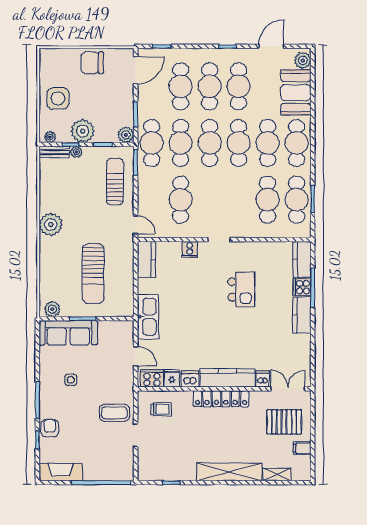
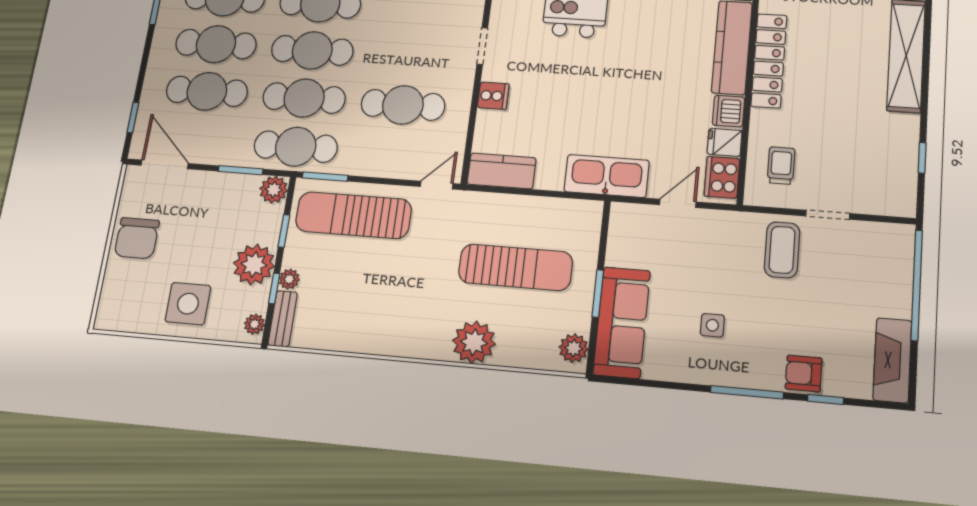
sun lounger: (115, 182) -> (353, 215), width x1.36, depth x1.34
plant: (51, 225) -> (474, 342), moved

